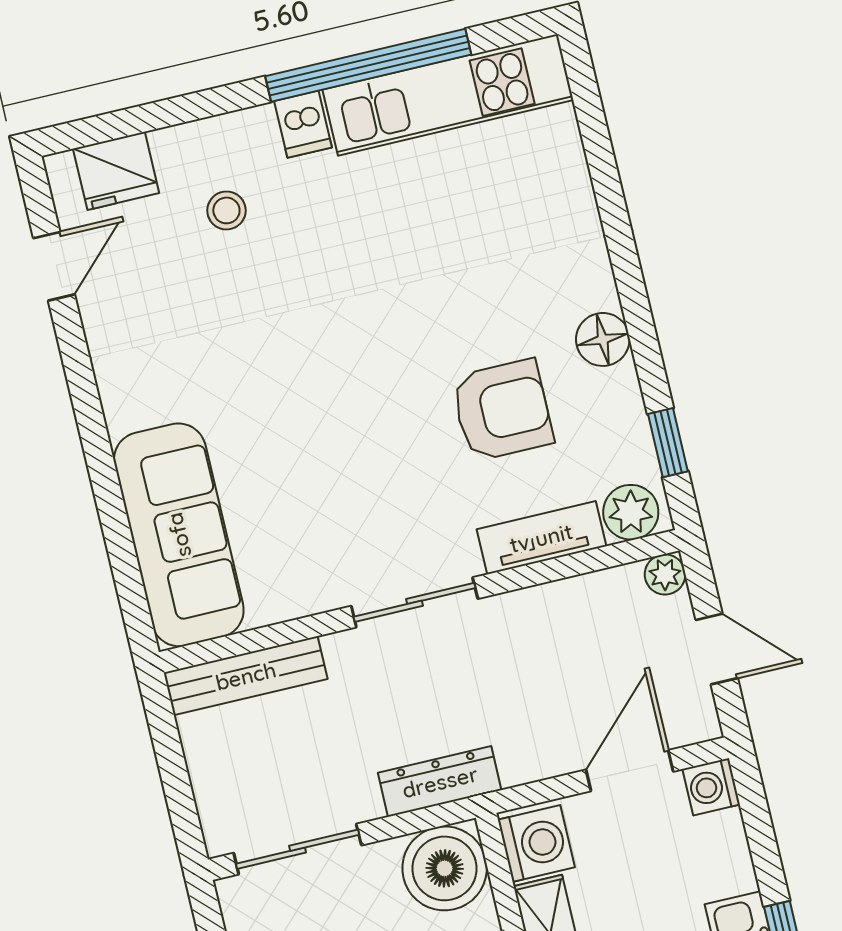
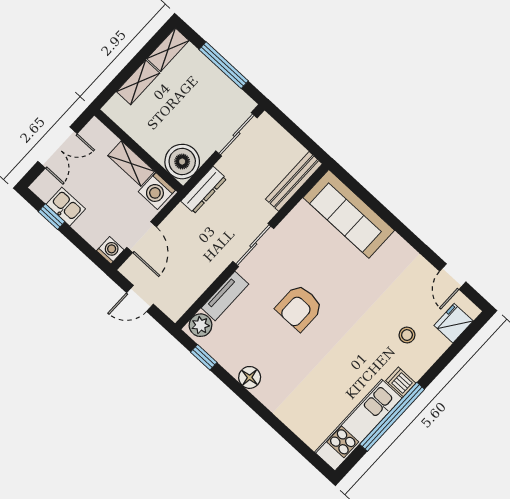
armchair: (502, 410) -> (299, 308), moved
plant: (665, 575) -> (175, 312), removed

